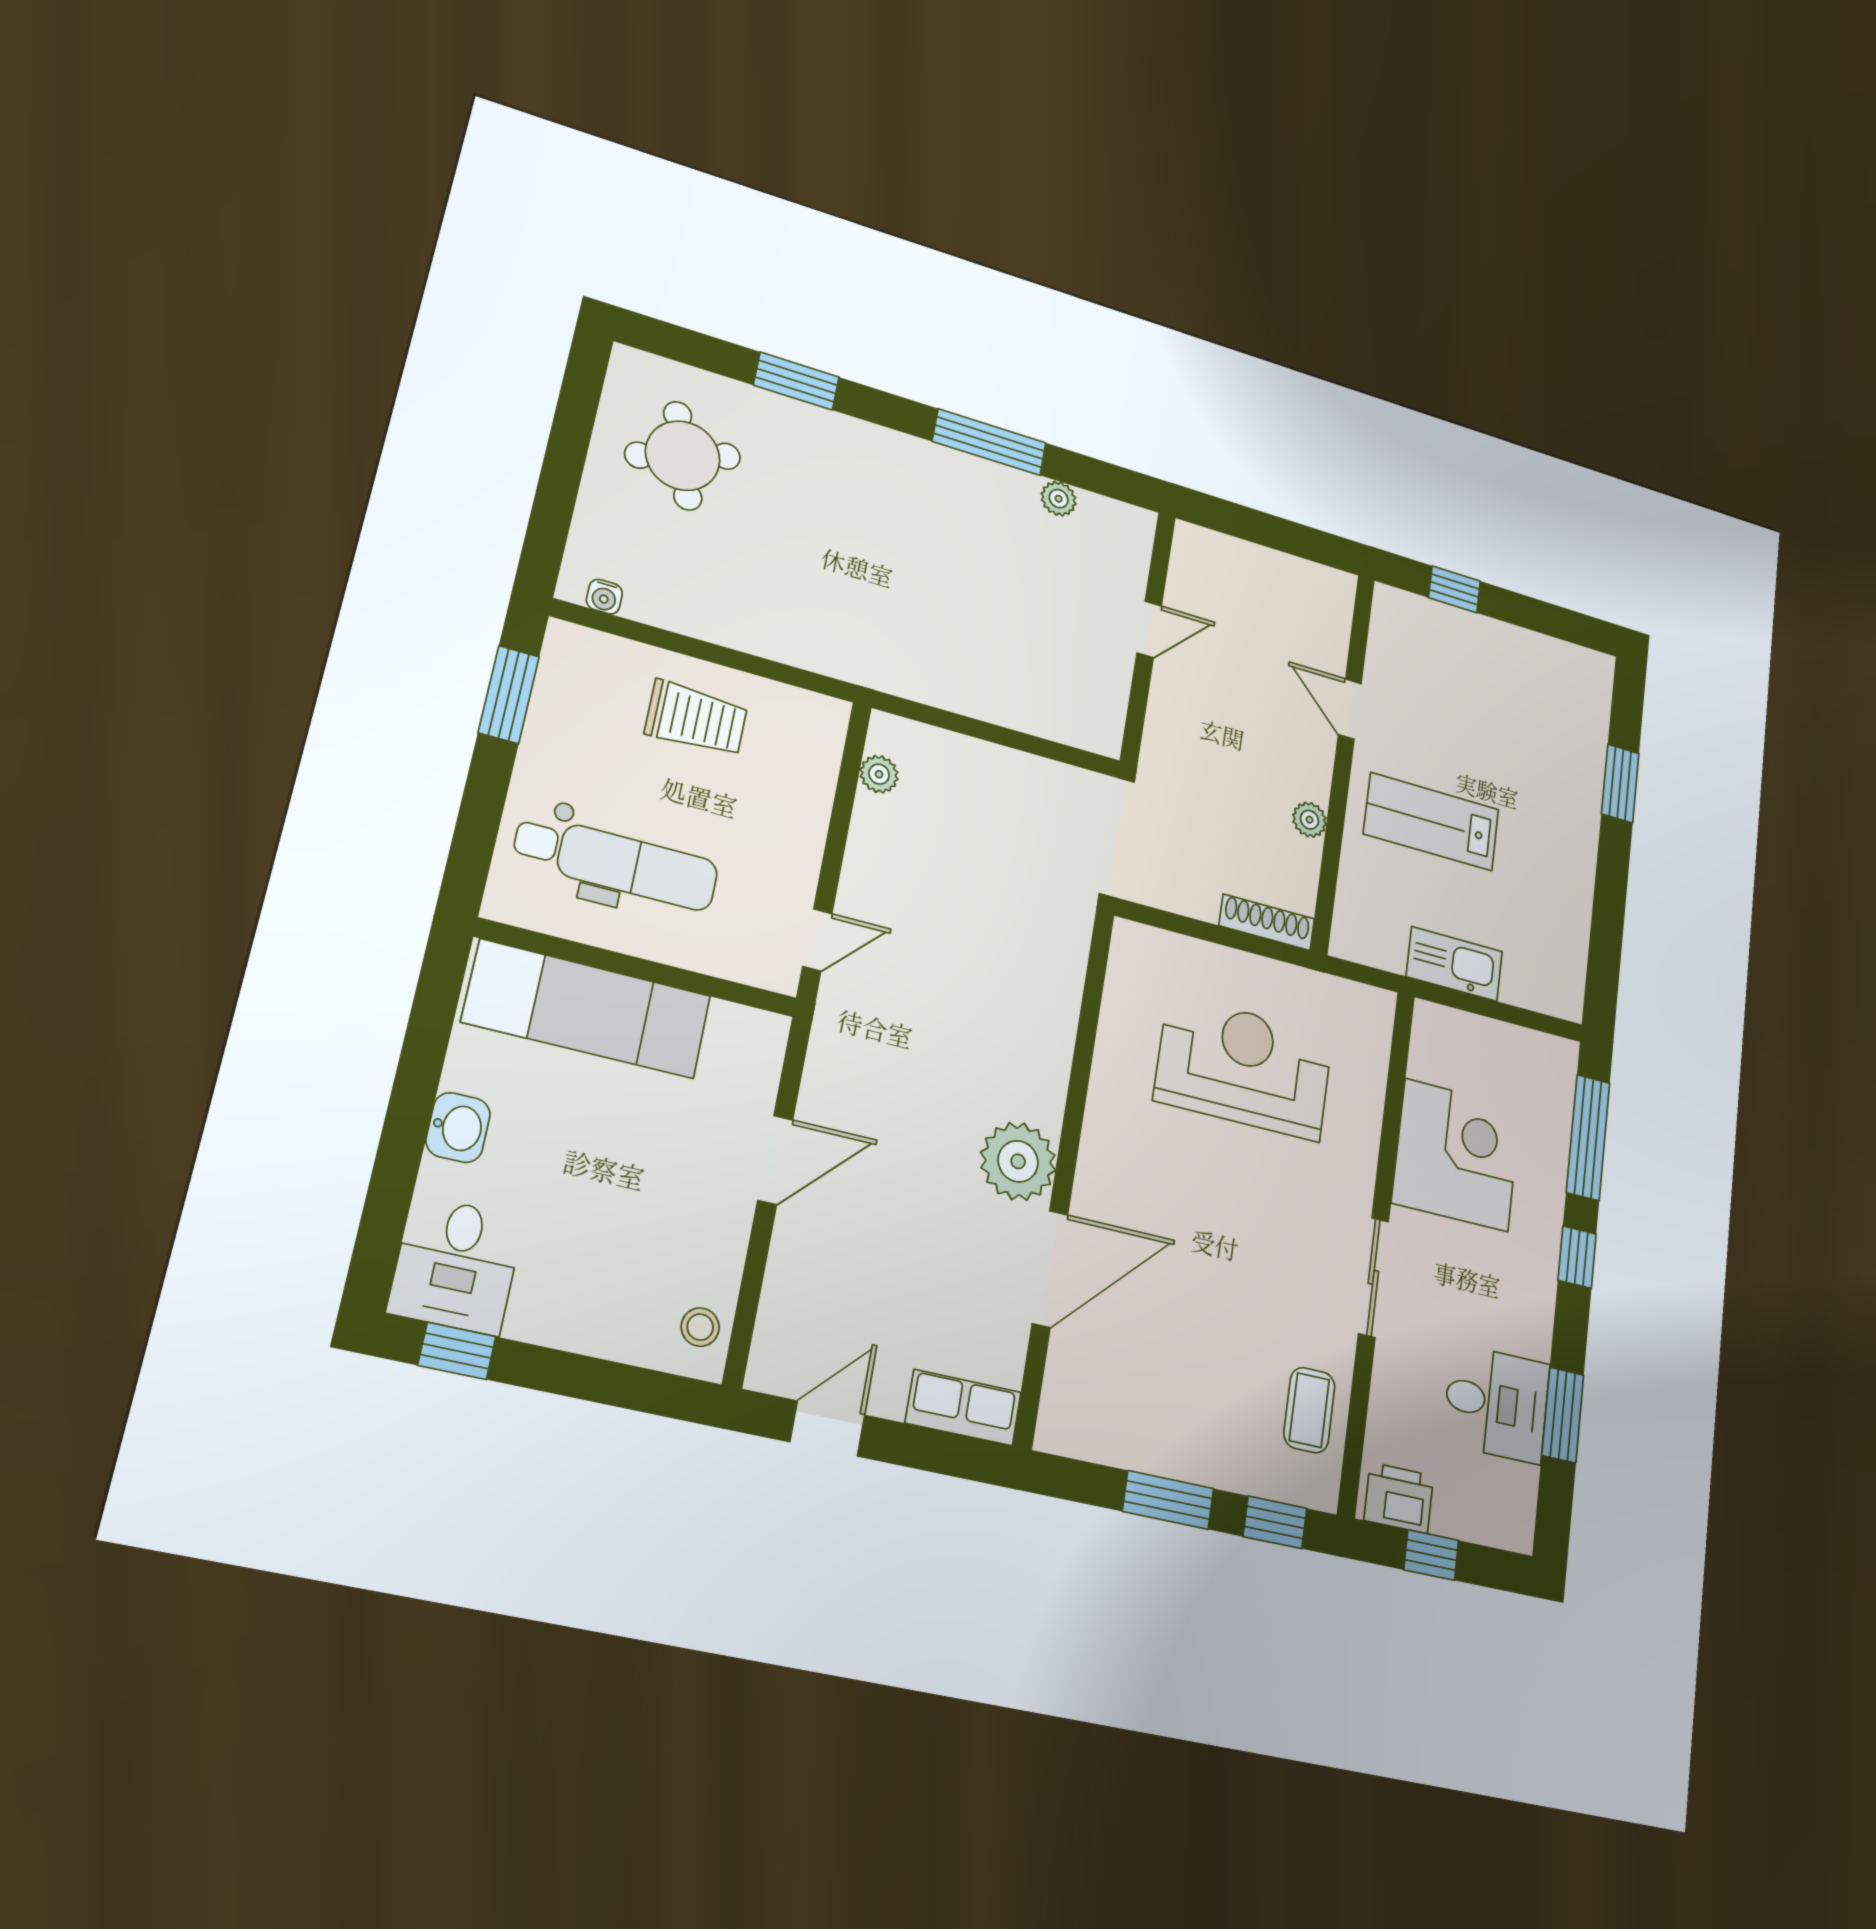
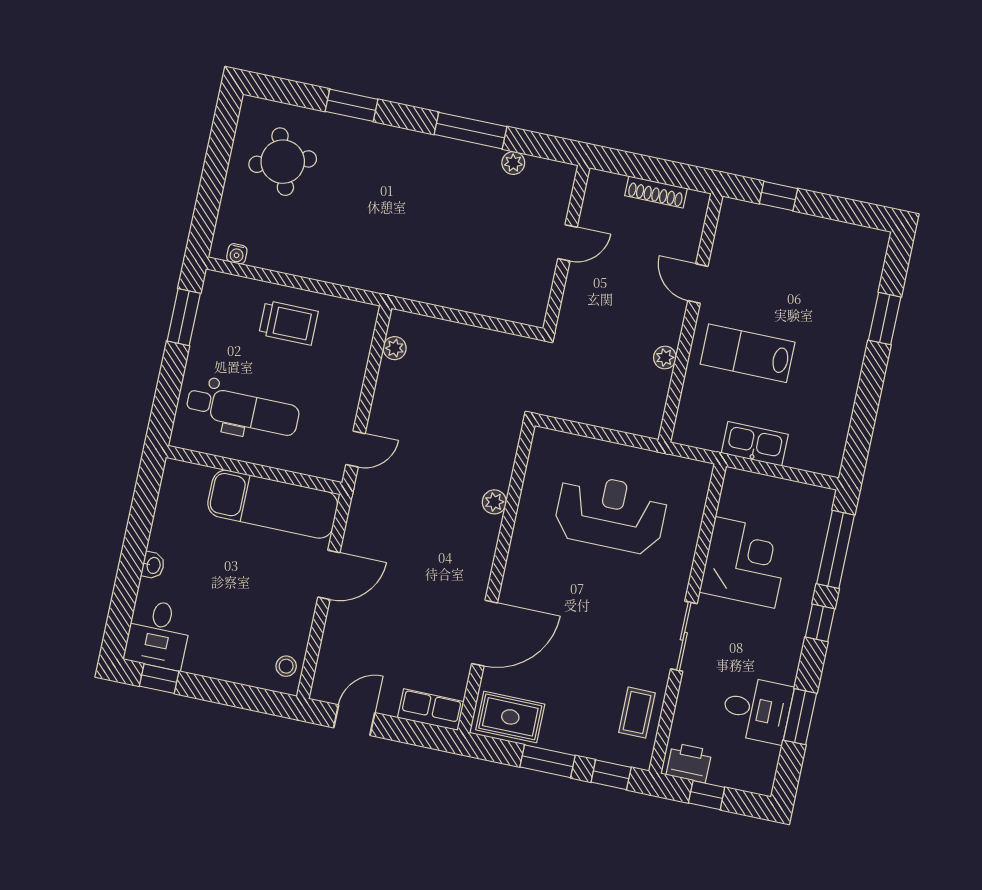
shoe rack: (1267, 922) -> (656, 192), moved, turned 180
exam couch: (587, 1009) -> (273, 504), moved
washbasin: (458, 1128) -> (153, 565), width x0.72, depth x0.69
plant: (1018, 1161) -> (494, 502), moved, width x0.53, depth x0.53
rug: (1101, 1420) -> (510, 717), added

